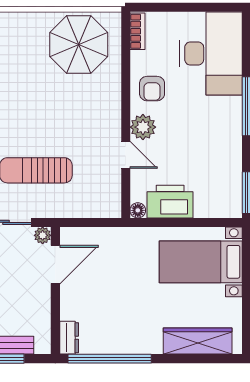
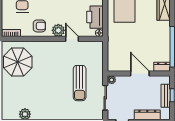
door: (126, 155) -> (72, 39), hinge flipped
door: (55, 265) -> (140, 73), moved

